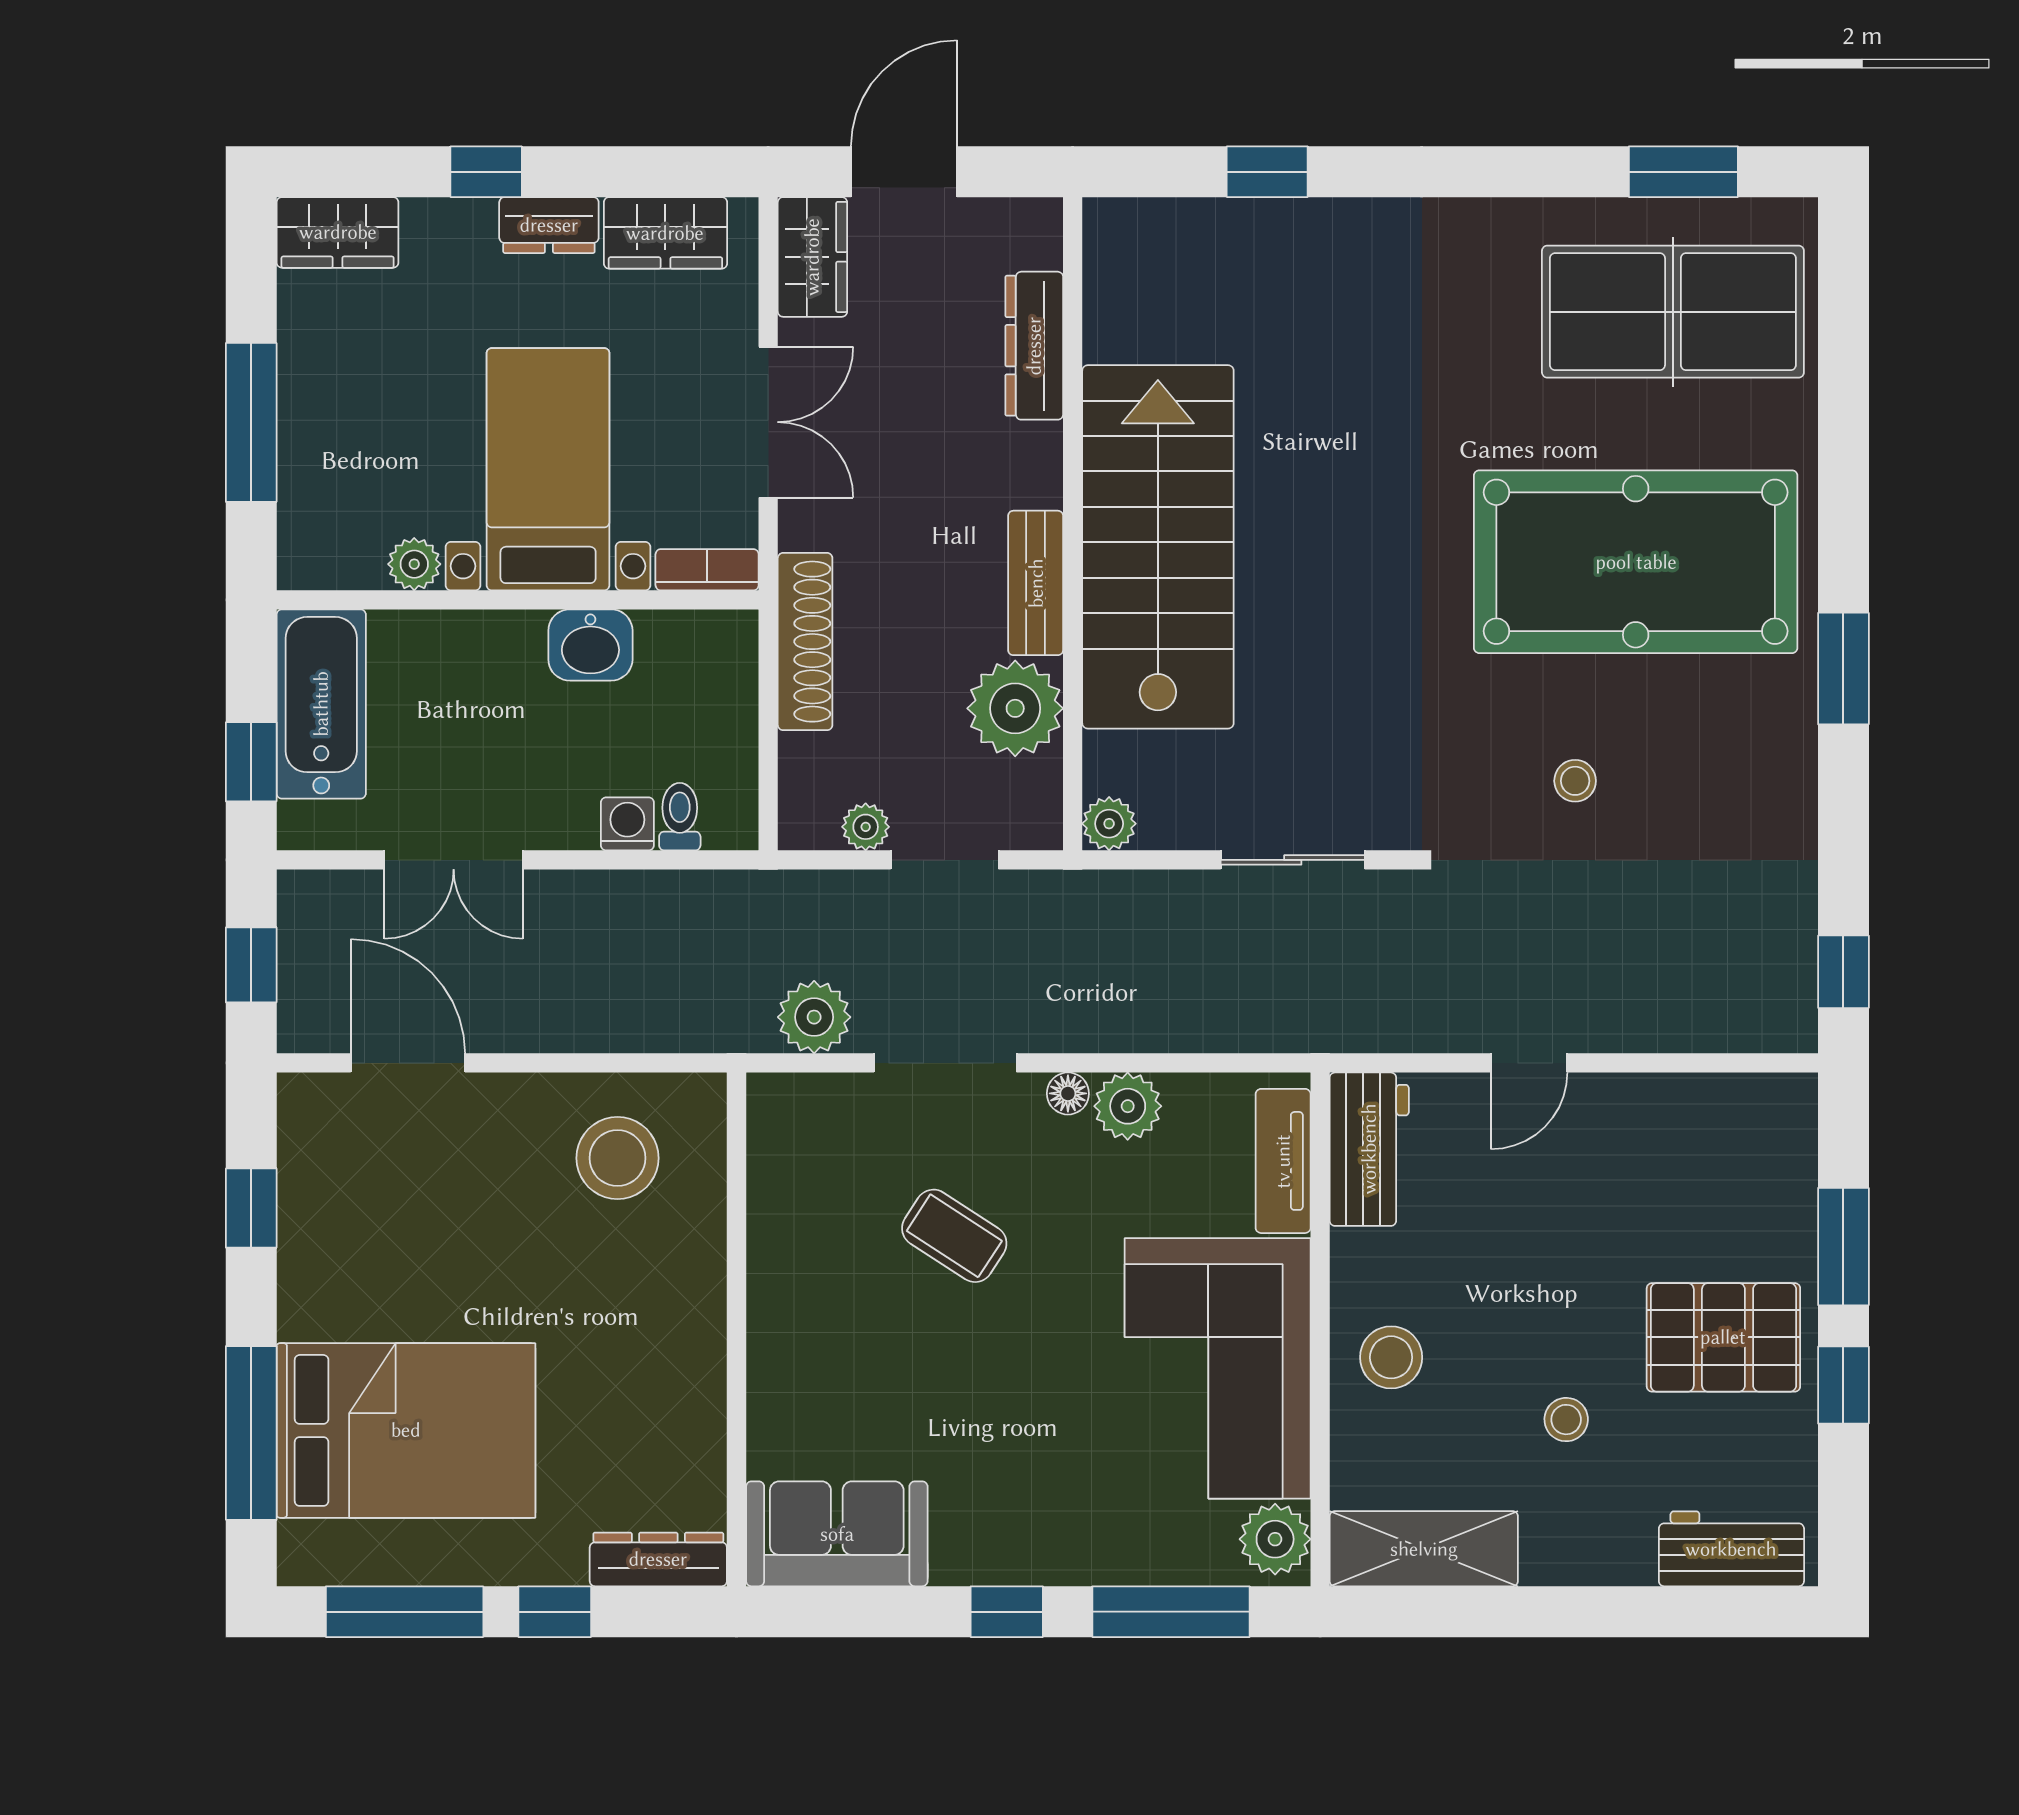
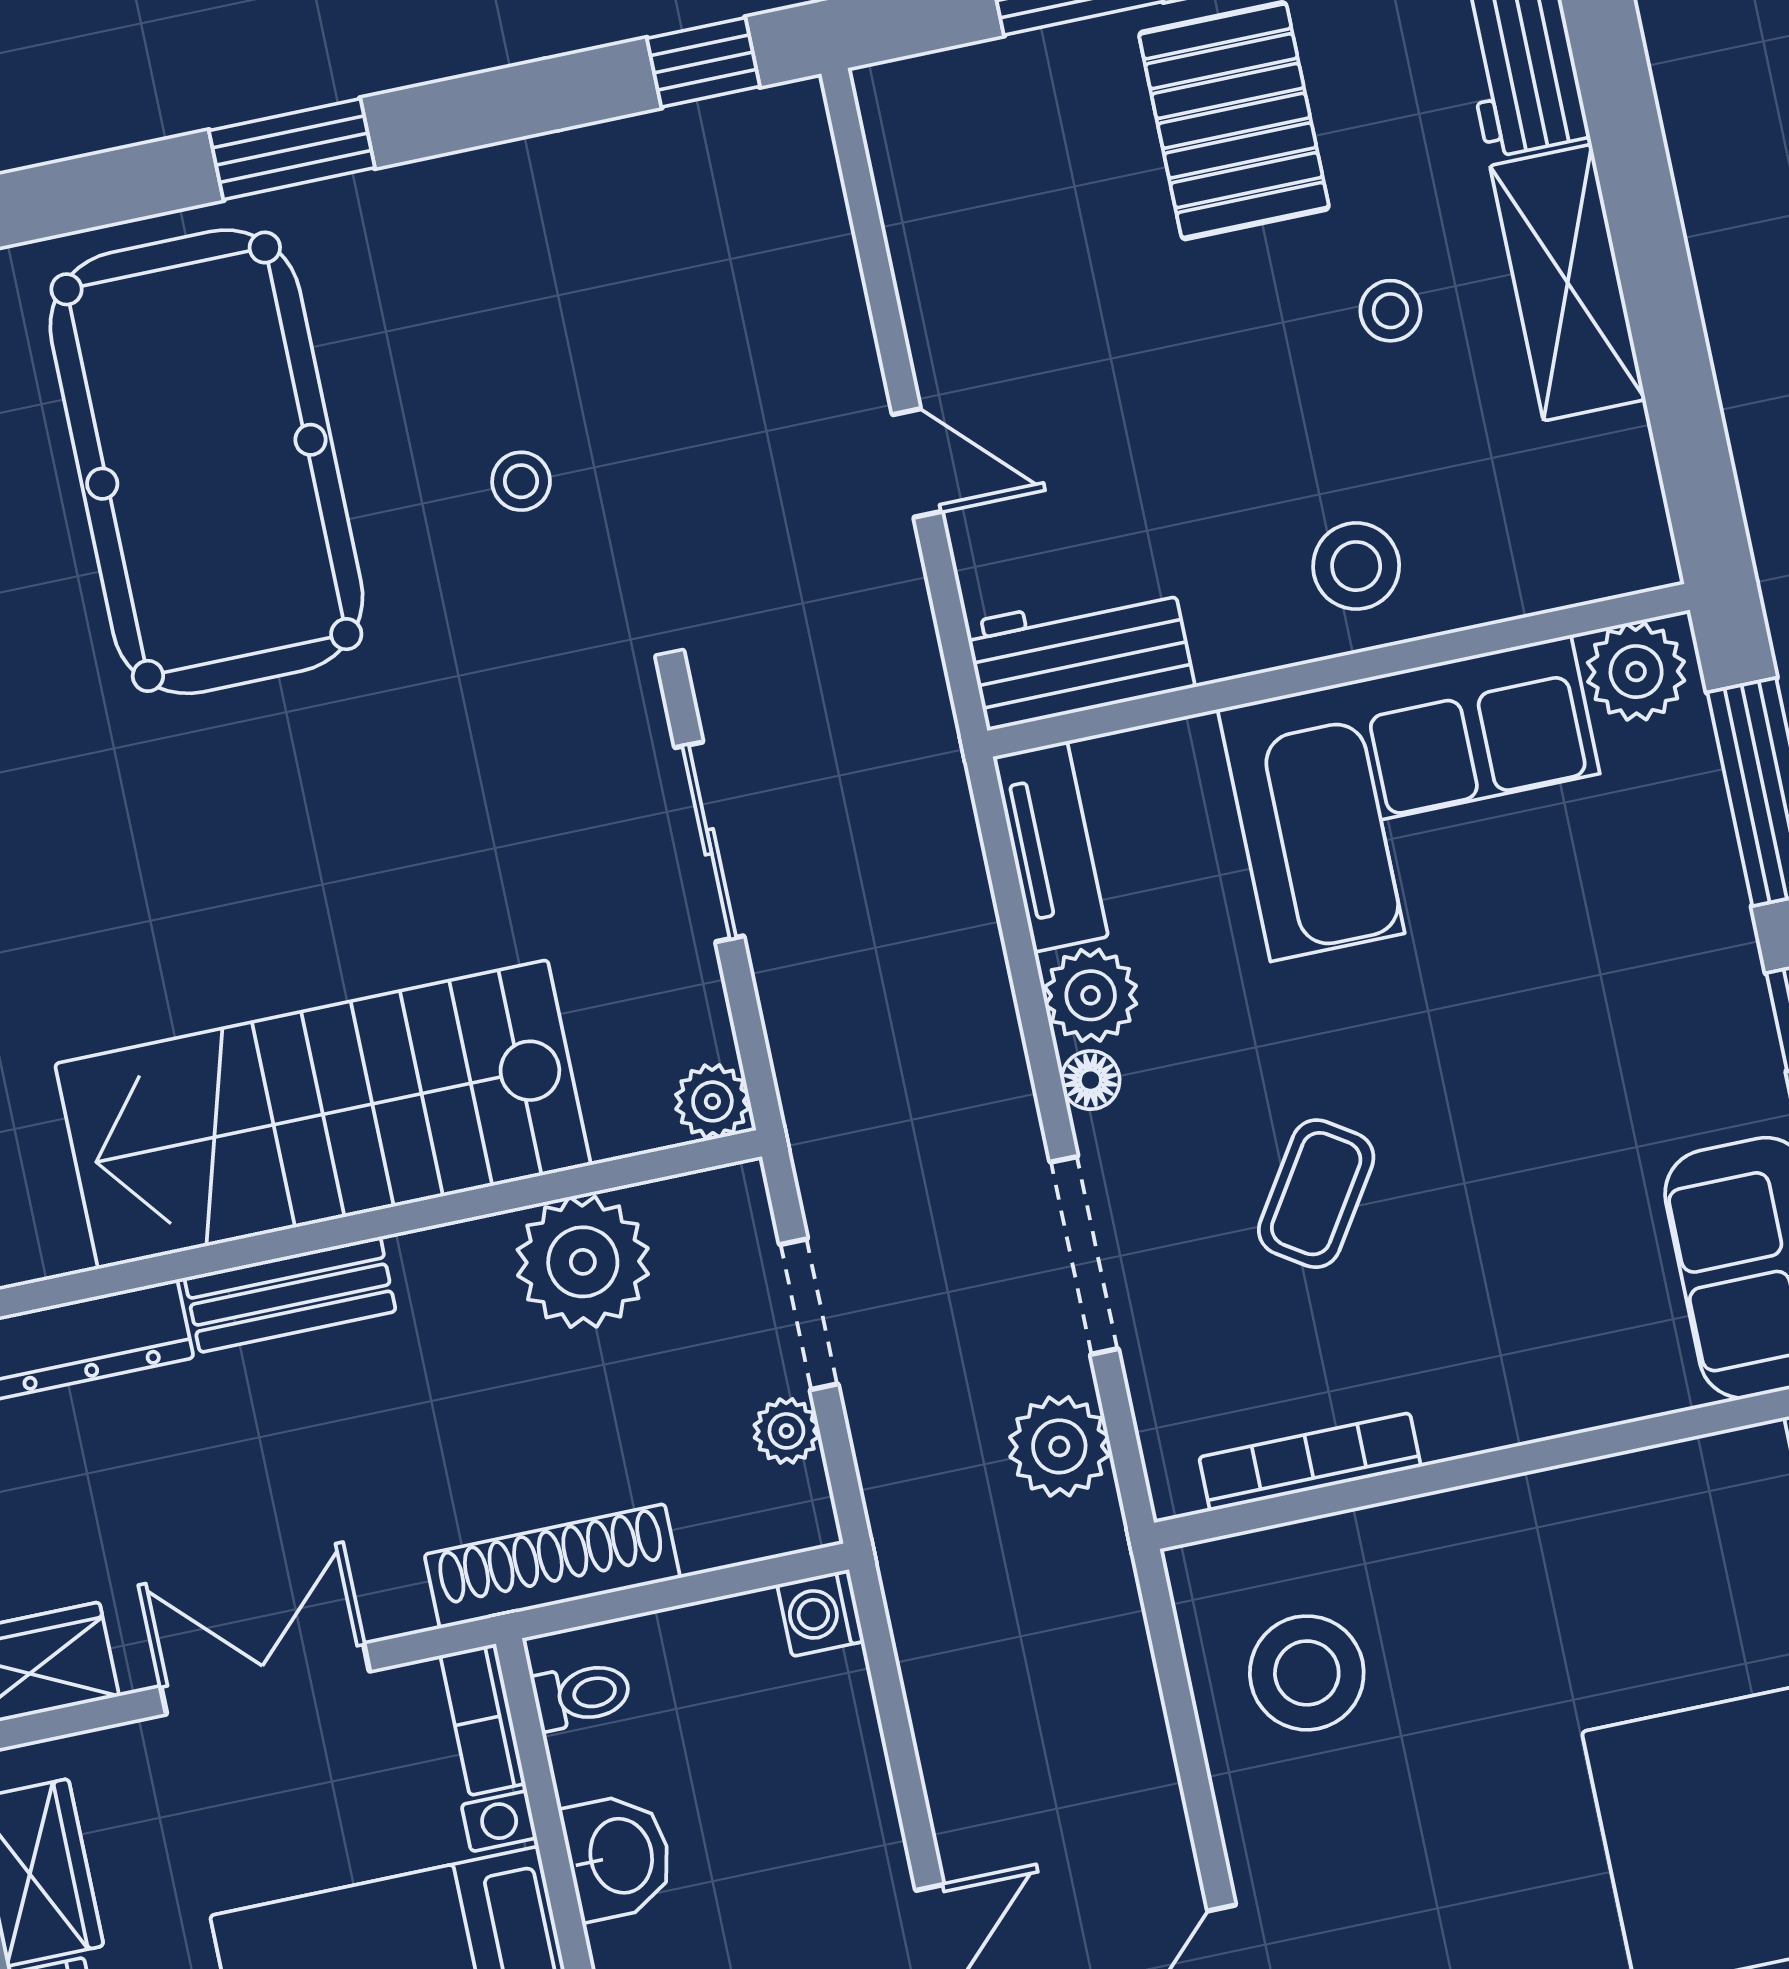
bench: (1036, 583) -> (290, 1295), moved
toilet: (680, 817) -> (582, 1695), moved, turned 180
washing machine: (627, 824) -> (821, 1613), moved
tv unit: (1283, 1161) -> (1050, 847), moved, turned -90
bookcase: (766, 1192) -> (1310, 1462), added
shelving: (1424, 1549) -> (1568, 283), moved

